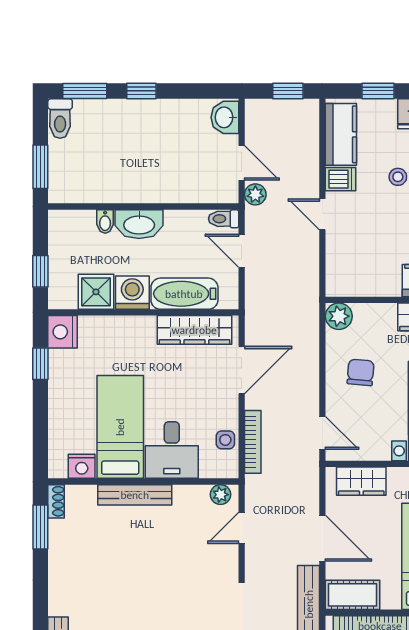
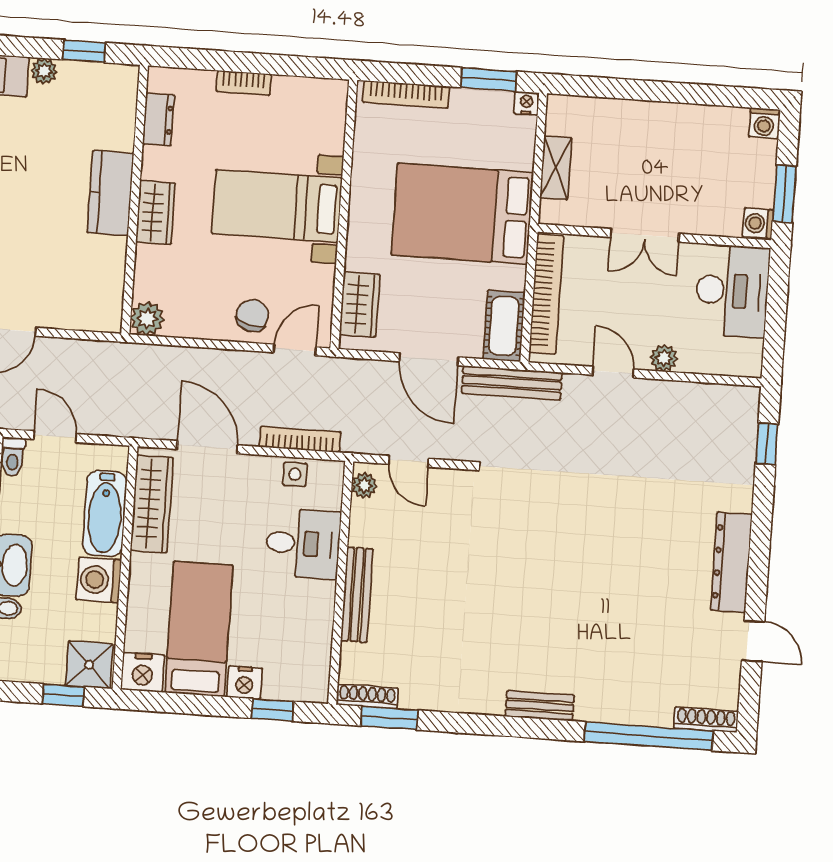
door: (242, 251) -> (55, 437), swing flipped
shower: (96, 292) -> (89, 665), moved
window: (40, 364) -> (272, 710), moved
chair: (361, 372) -> (252, 316), moved, turned 98
bed: (120, 427) -> (199, 629), moved, turned 90
nightstand: (82, 466) -> (244, 683), moved, turned 90
shoe rack: (56, 501) -> (367, 696), width x1.43
door: (322, 538) -> (429, 359), swing flipped

